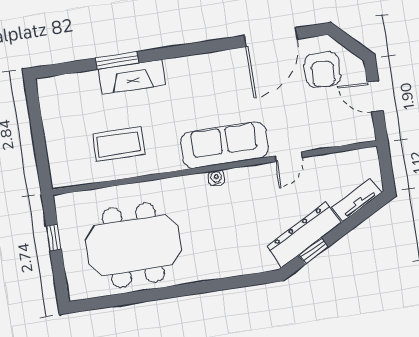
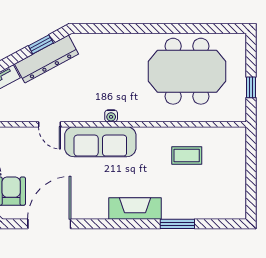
fireplace: (132, 77) -> (135, 208), moved
coffee table: (118, 144) -> (187, 156), width x0.73, depth x0.77
door: (289, 157) -> (49, 124), swing flipped

